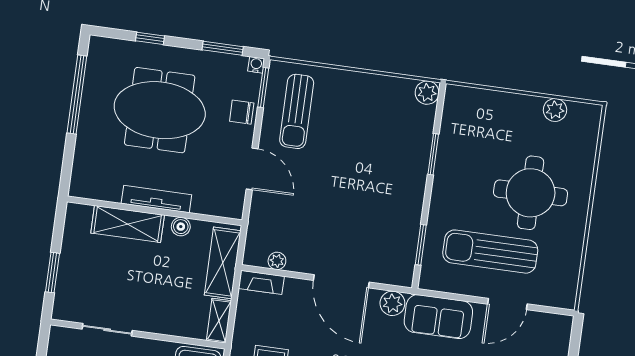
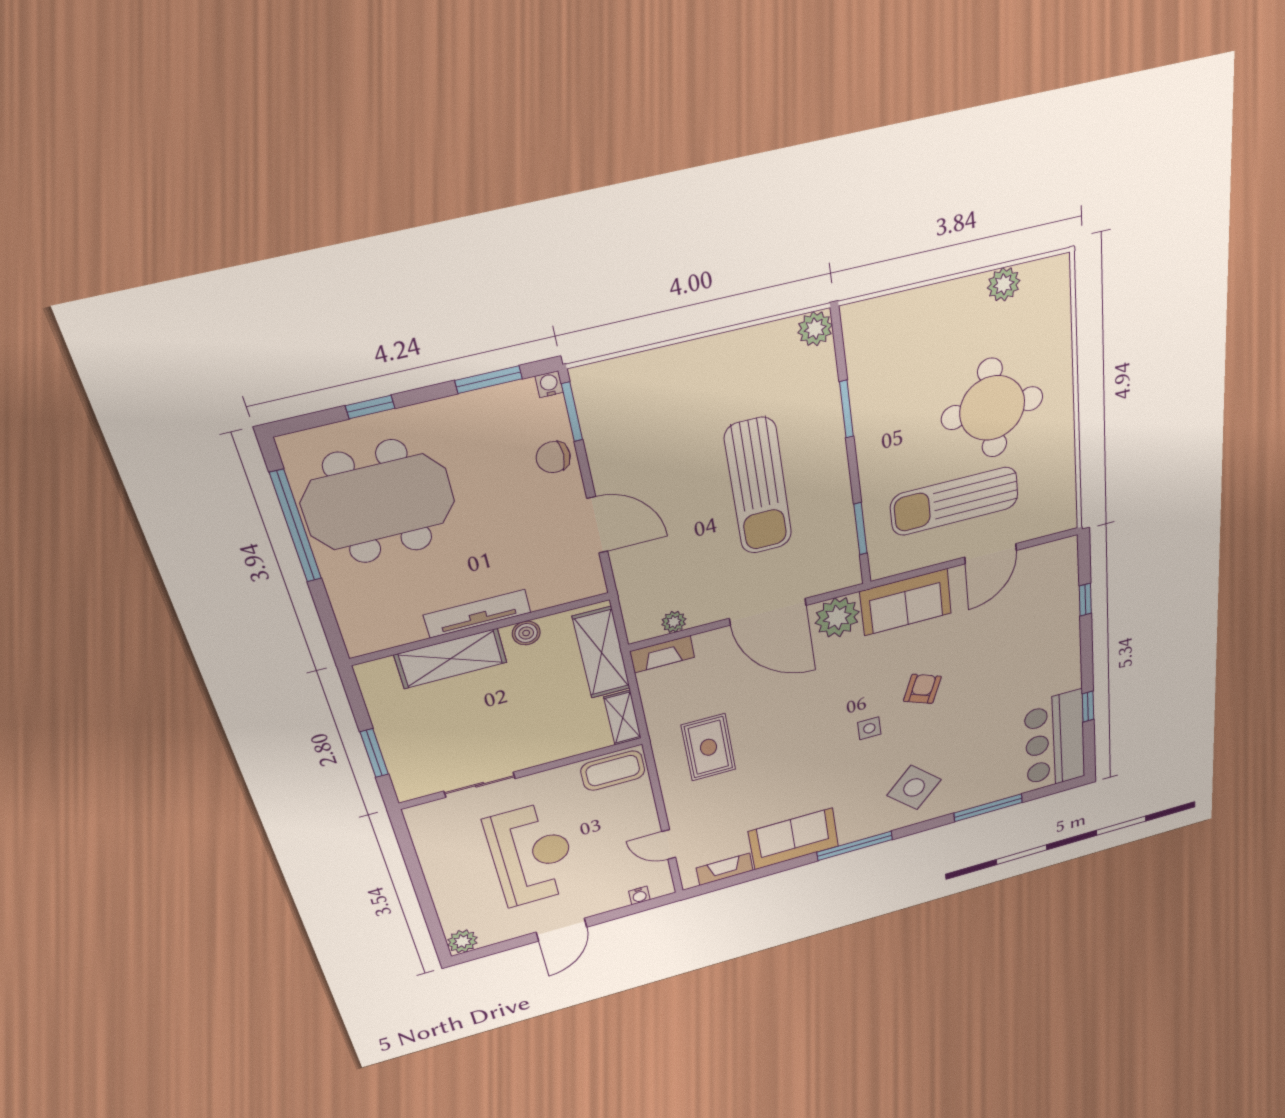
meeting table: (160, 110) -> (378, 502), moved
sun lounger: (297, 111) -> (758, 486), moved, width x1.36, depth x1.34
plant: (392, 303) -> (837, 617), width x1.36, depth x1.36

